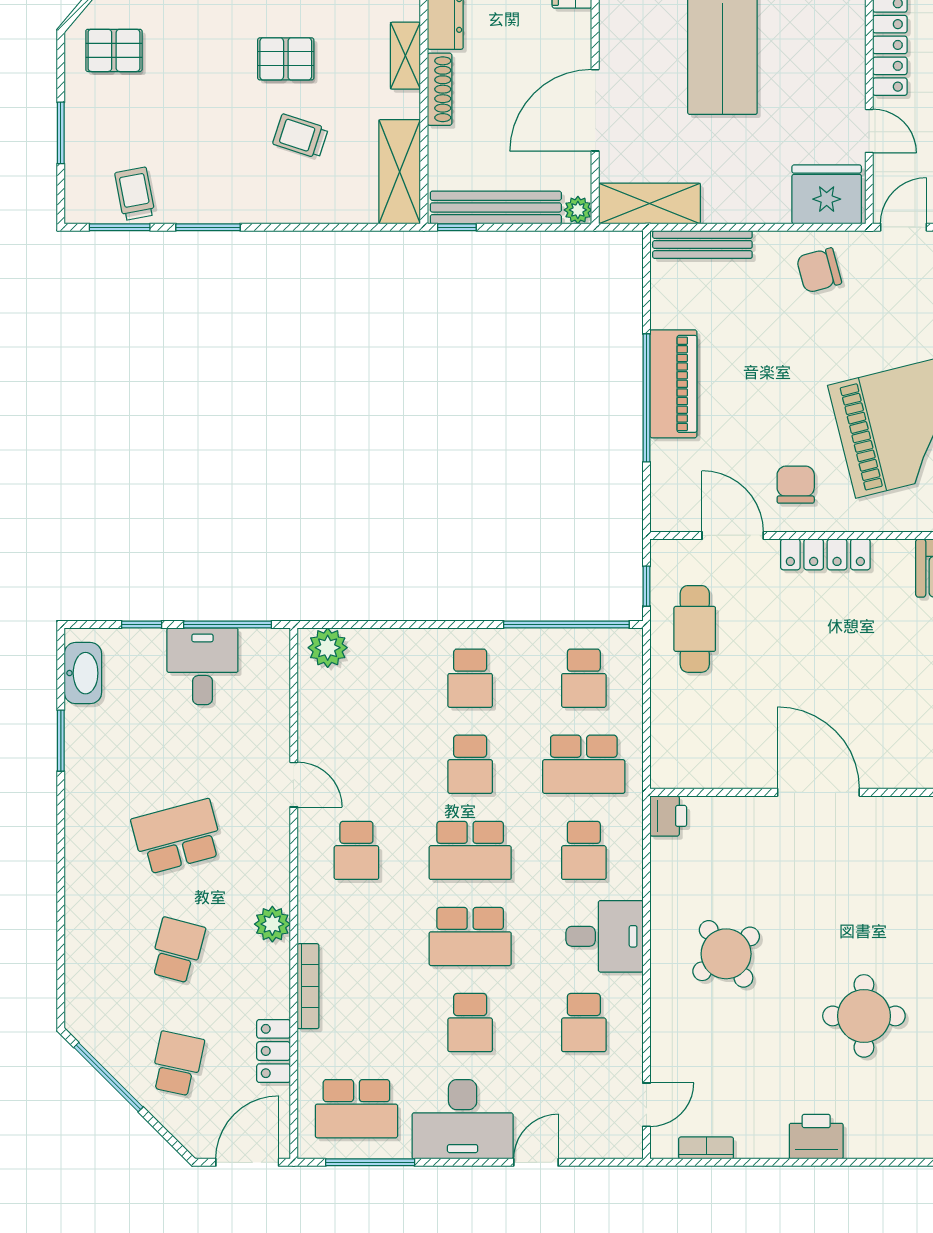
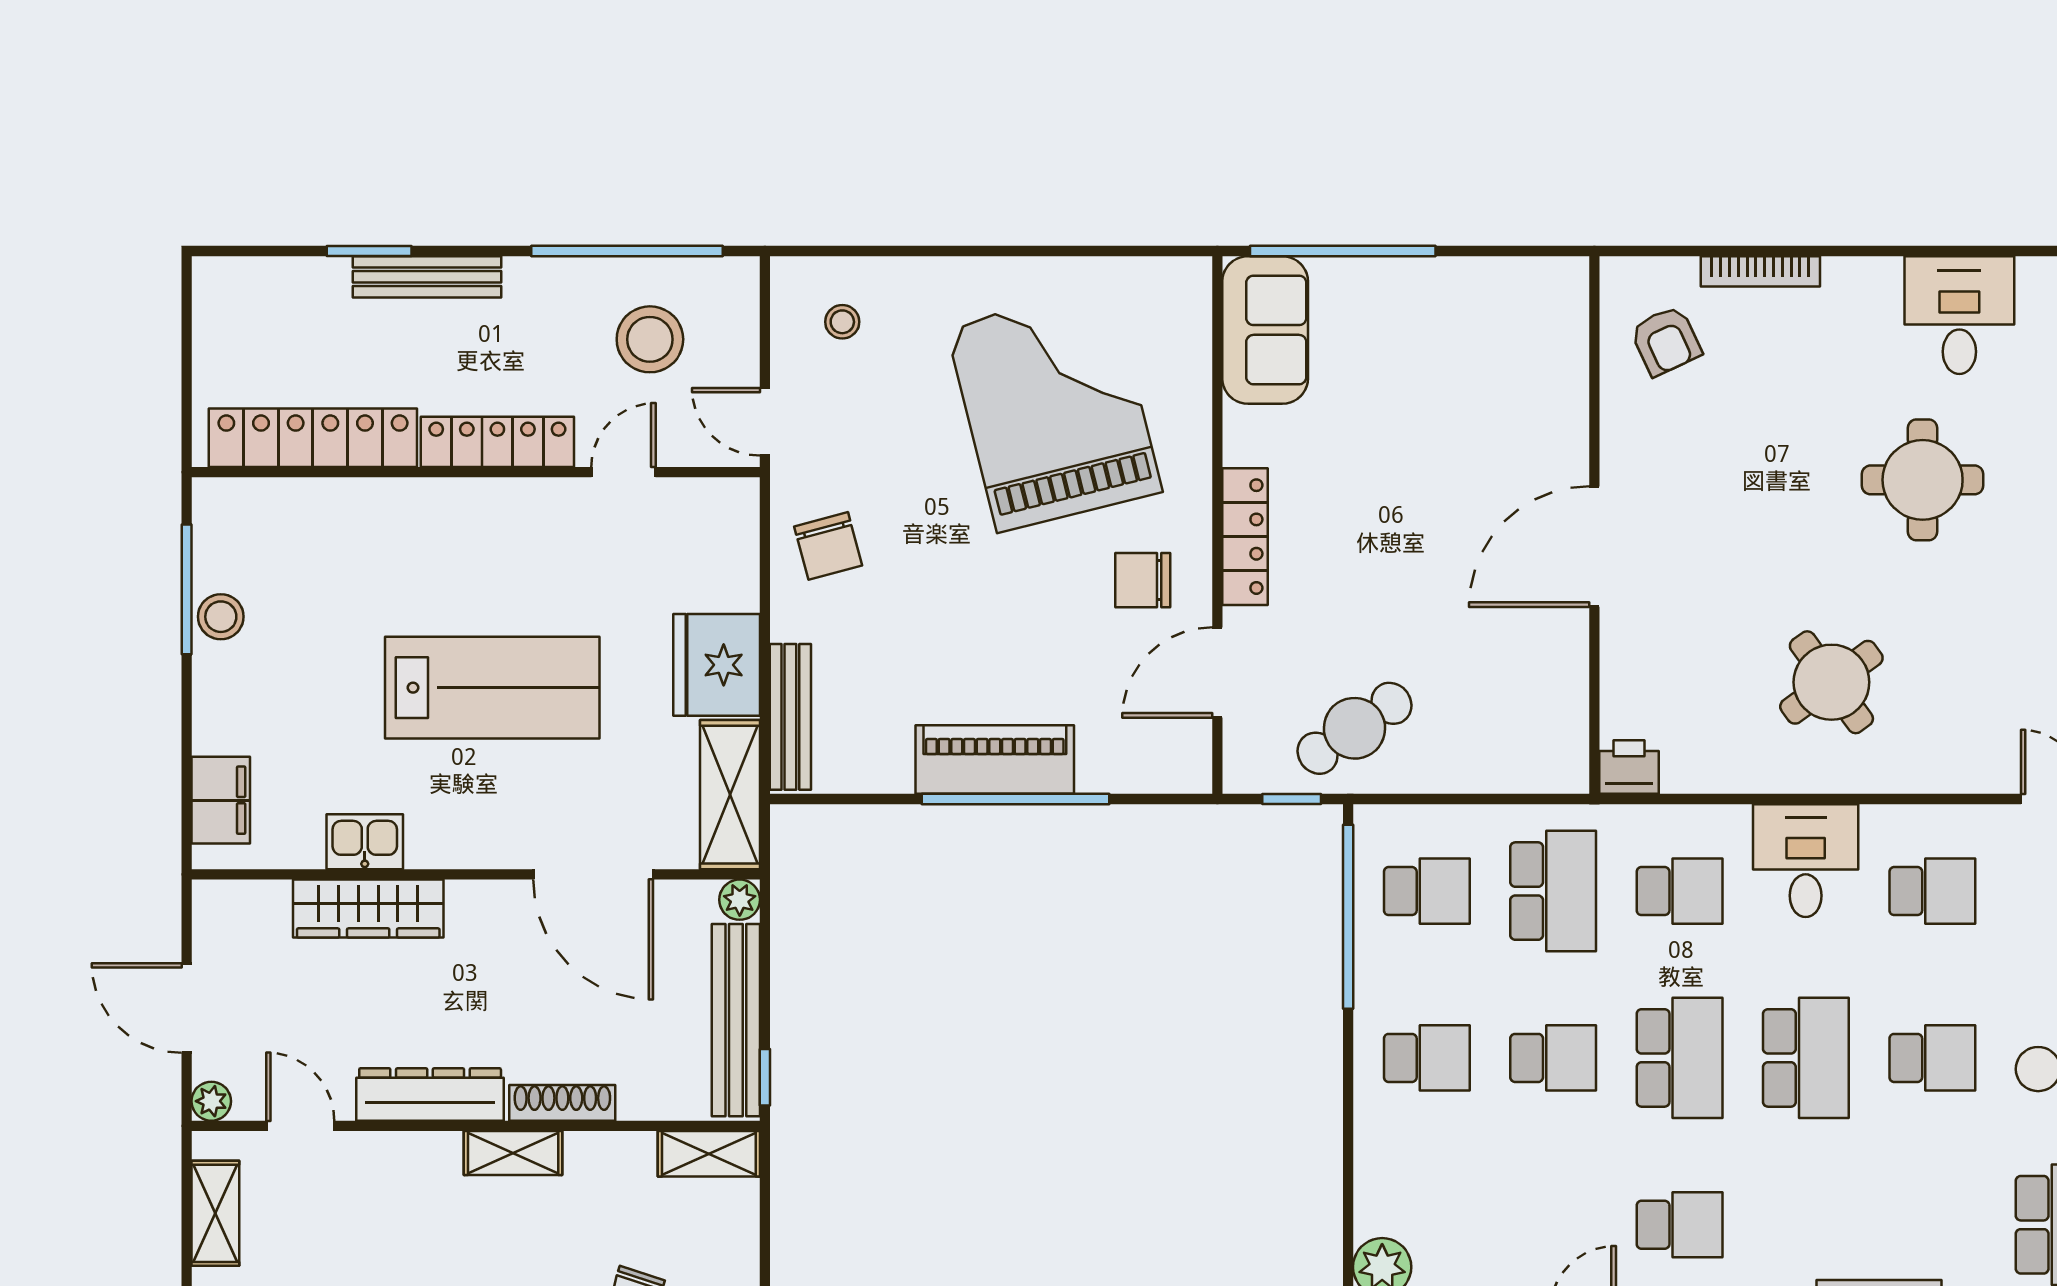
shelving: (400, 172) -> (709, 1154), width x0.67, depth x0.75
fridge: (827, 194) -> (717, 665), moved
cafe table: (695, 629) -> (1355, 728), turned -34

